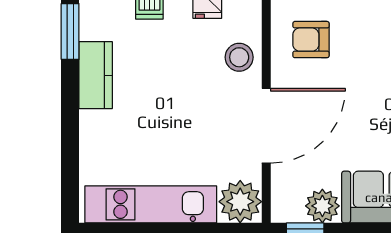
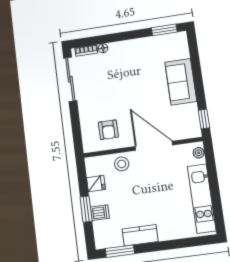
plant: (240, 202) -> (199, 153), width x0.53, depth x0.53
plant: (322, 206) -> (190, 112), removed

